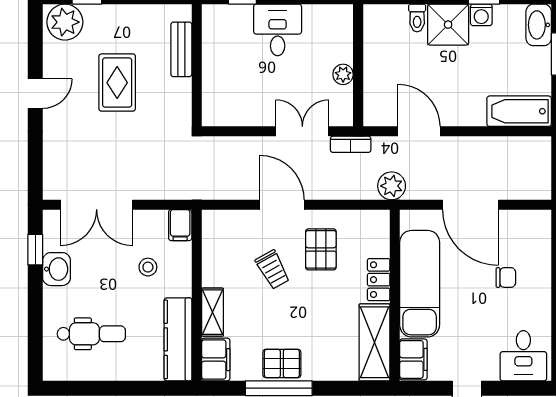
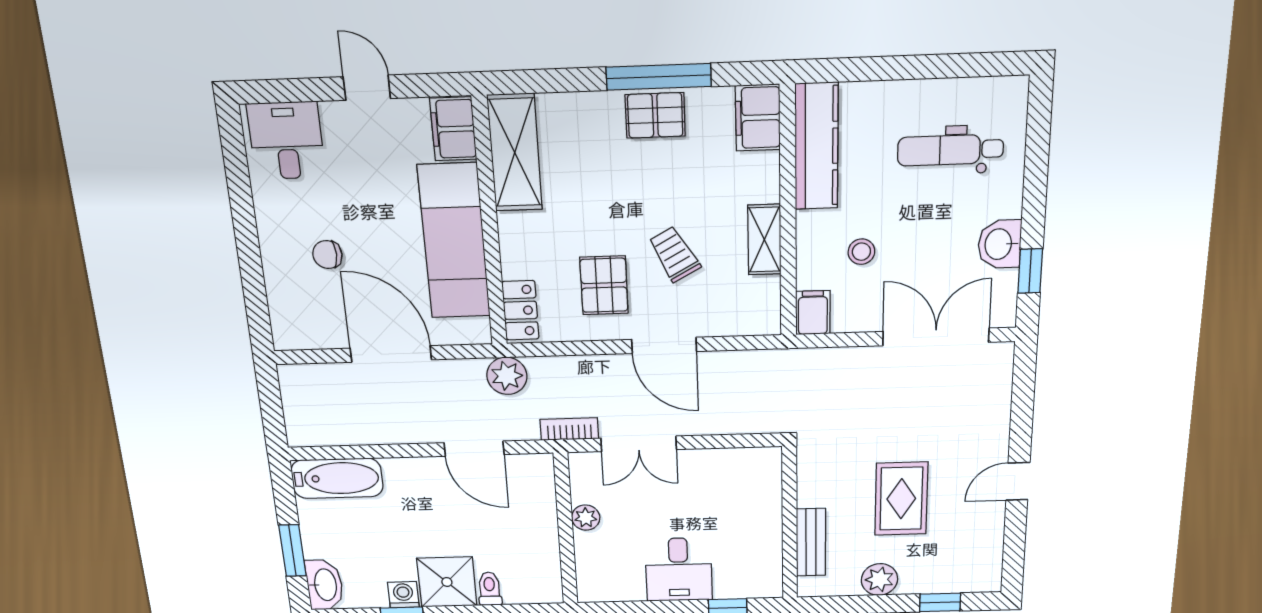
plant: (65, 22) -> (879, 580), moved, width x0.73, depth x0.73
locker: (379, 280) -> (520, 310), moved
shelving: (212, 312) -> (764, 240), moved

